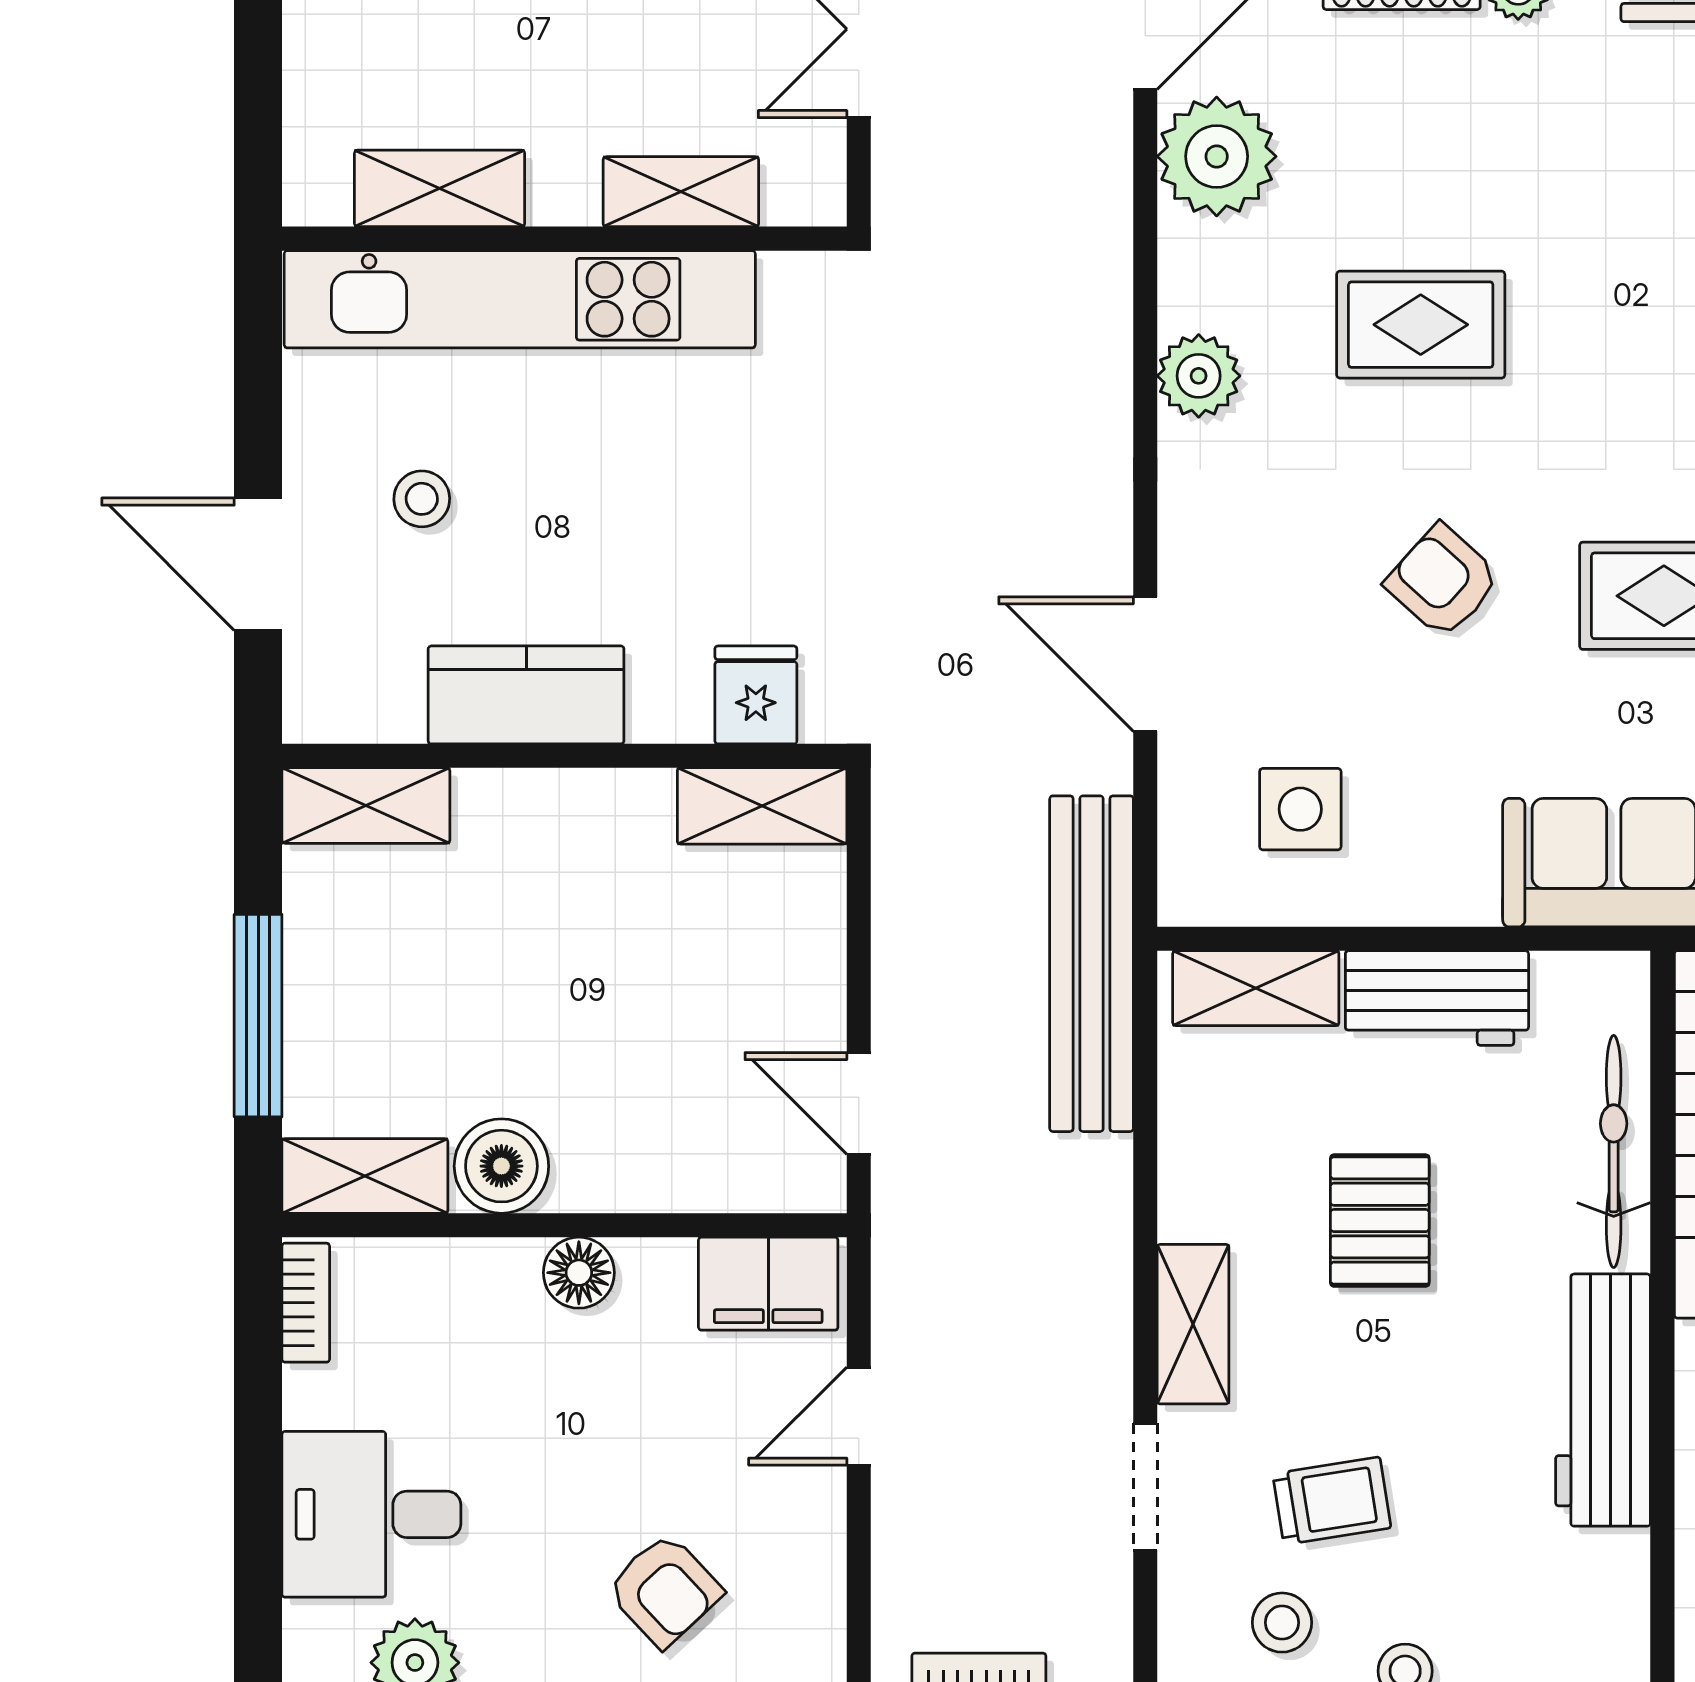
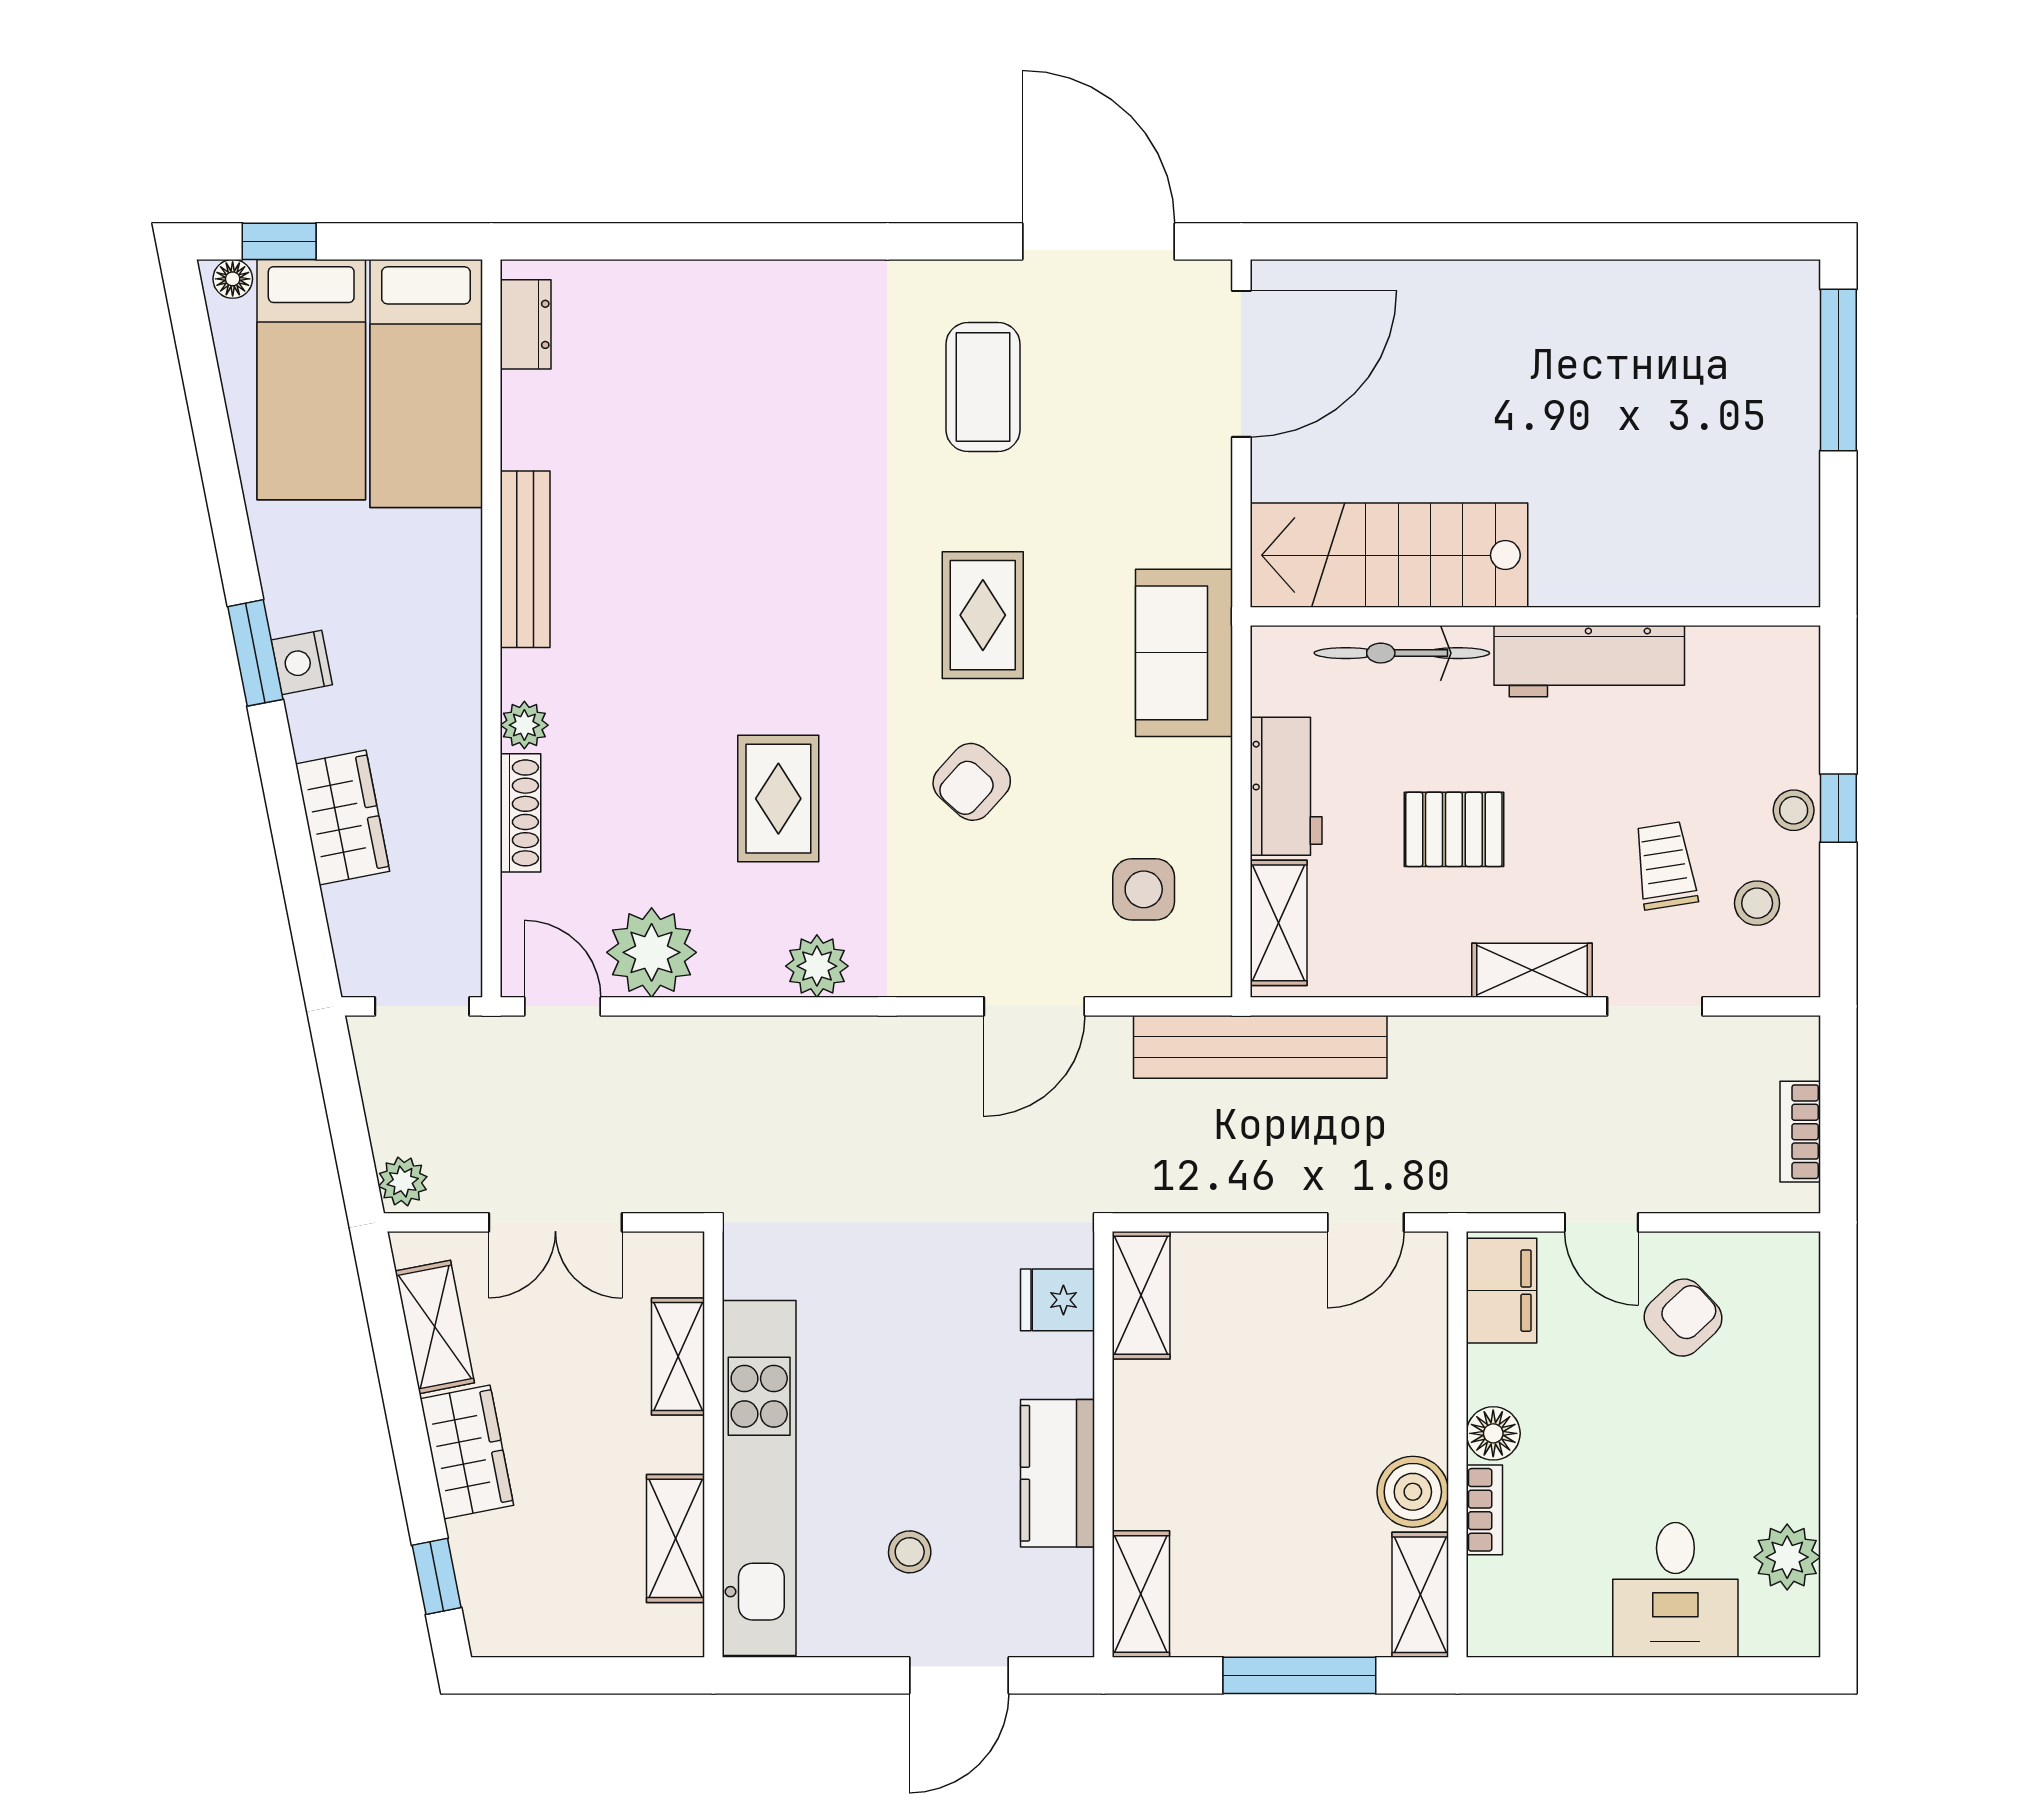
bookcase: (306, 1303) -> (1484, 1510), moved, turned 90
armchair: (664, 1590) -> (1683, 1318), moved

